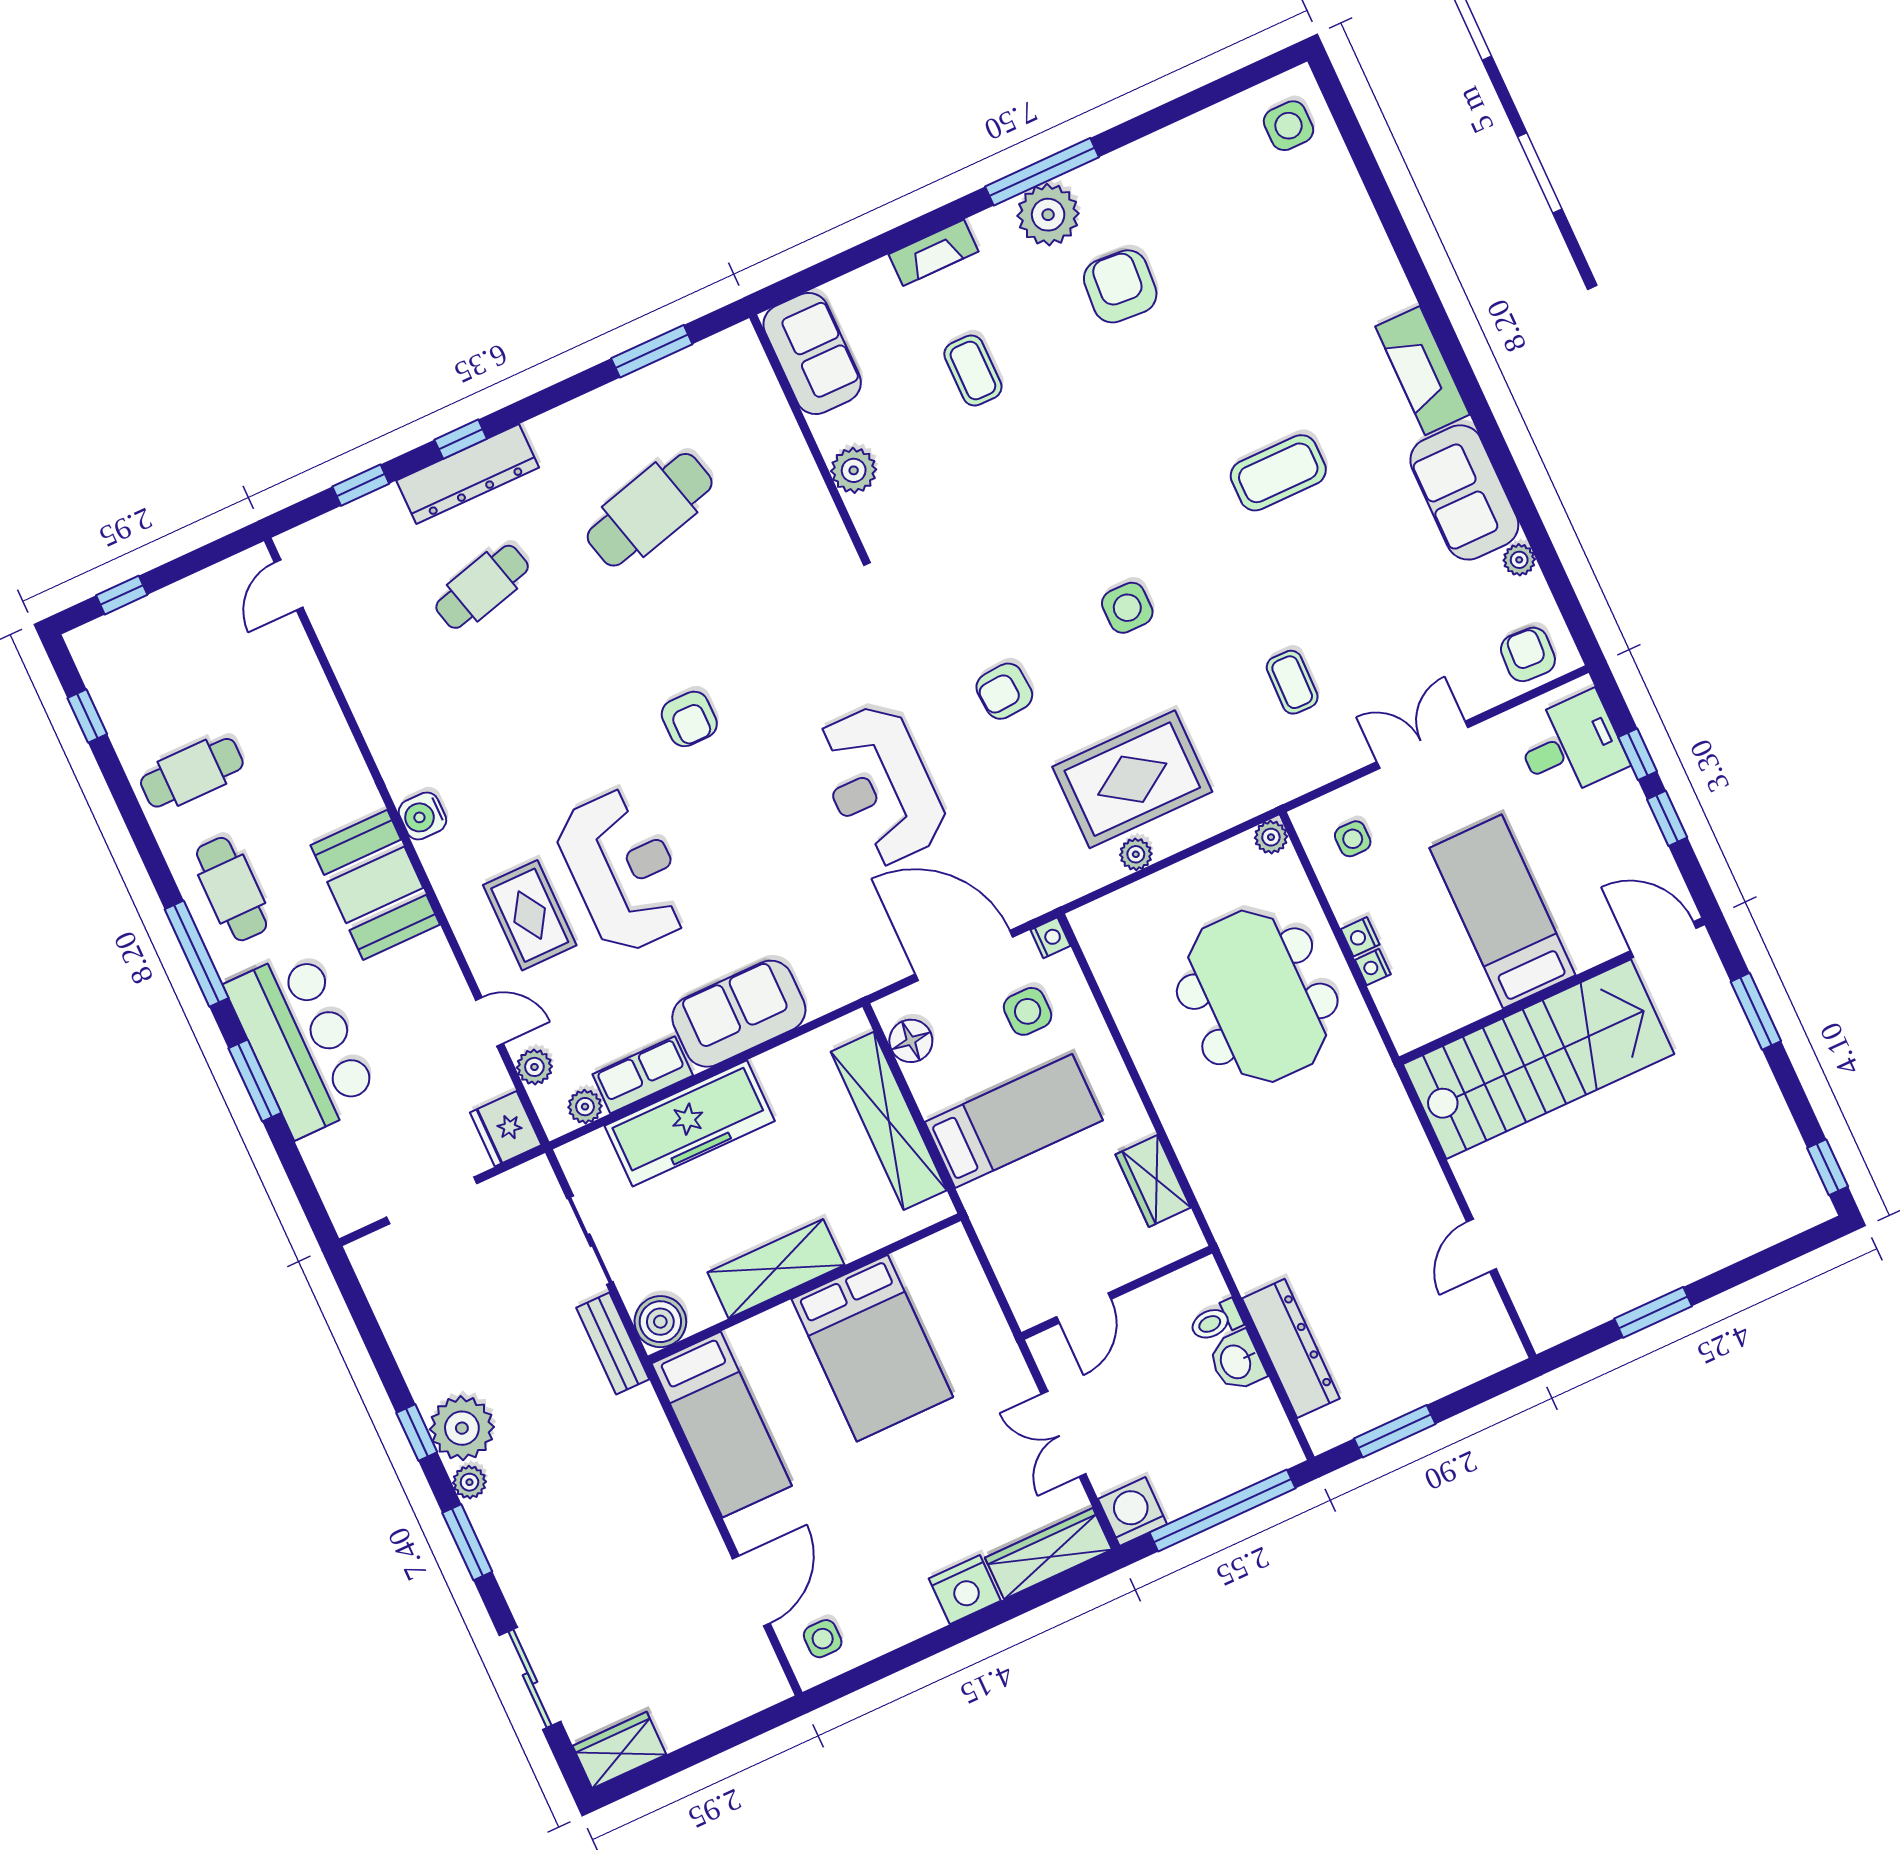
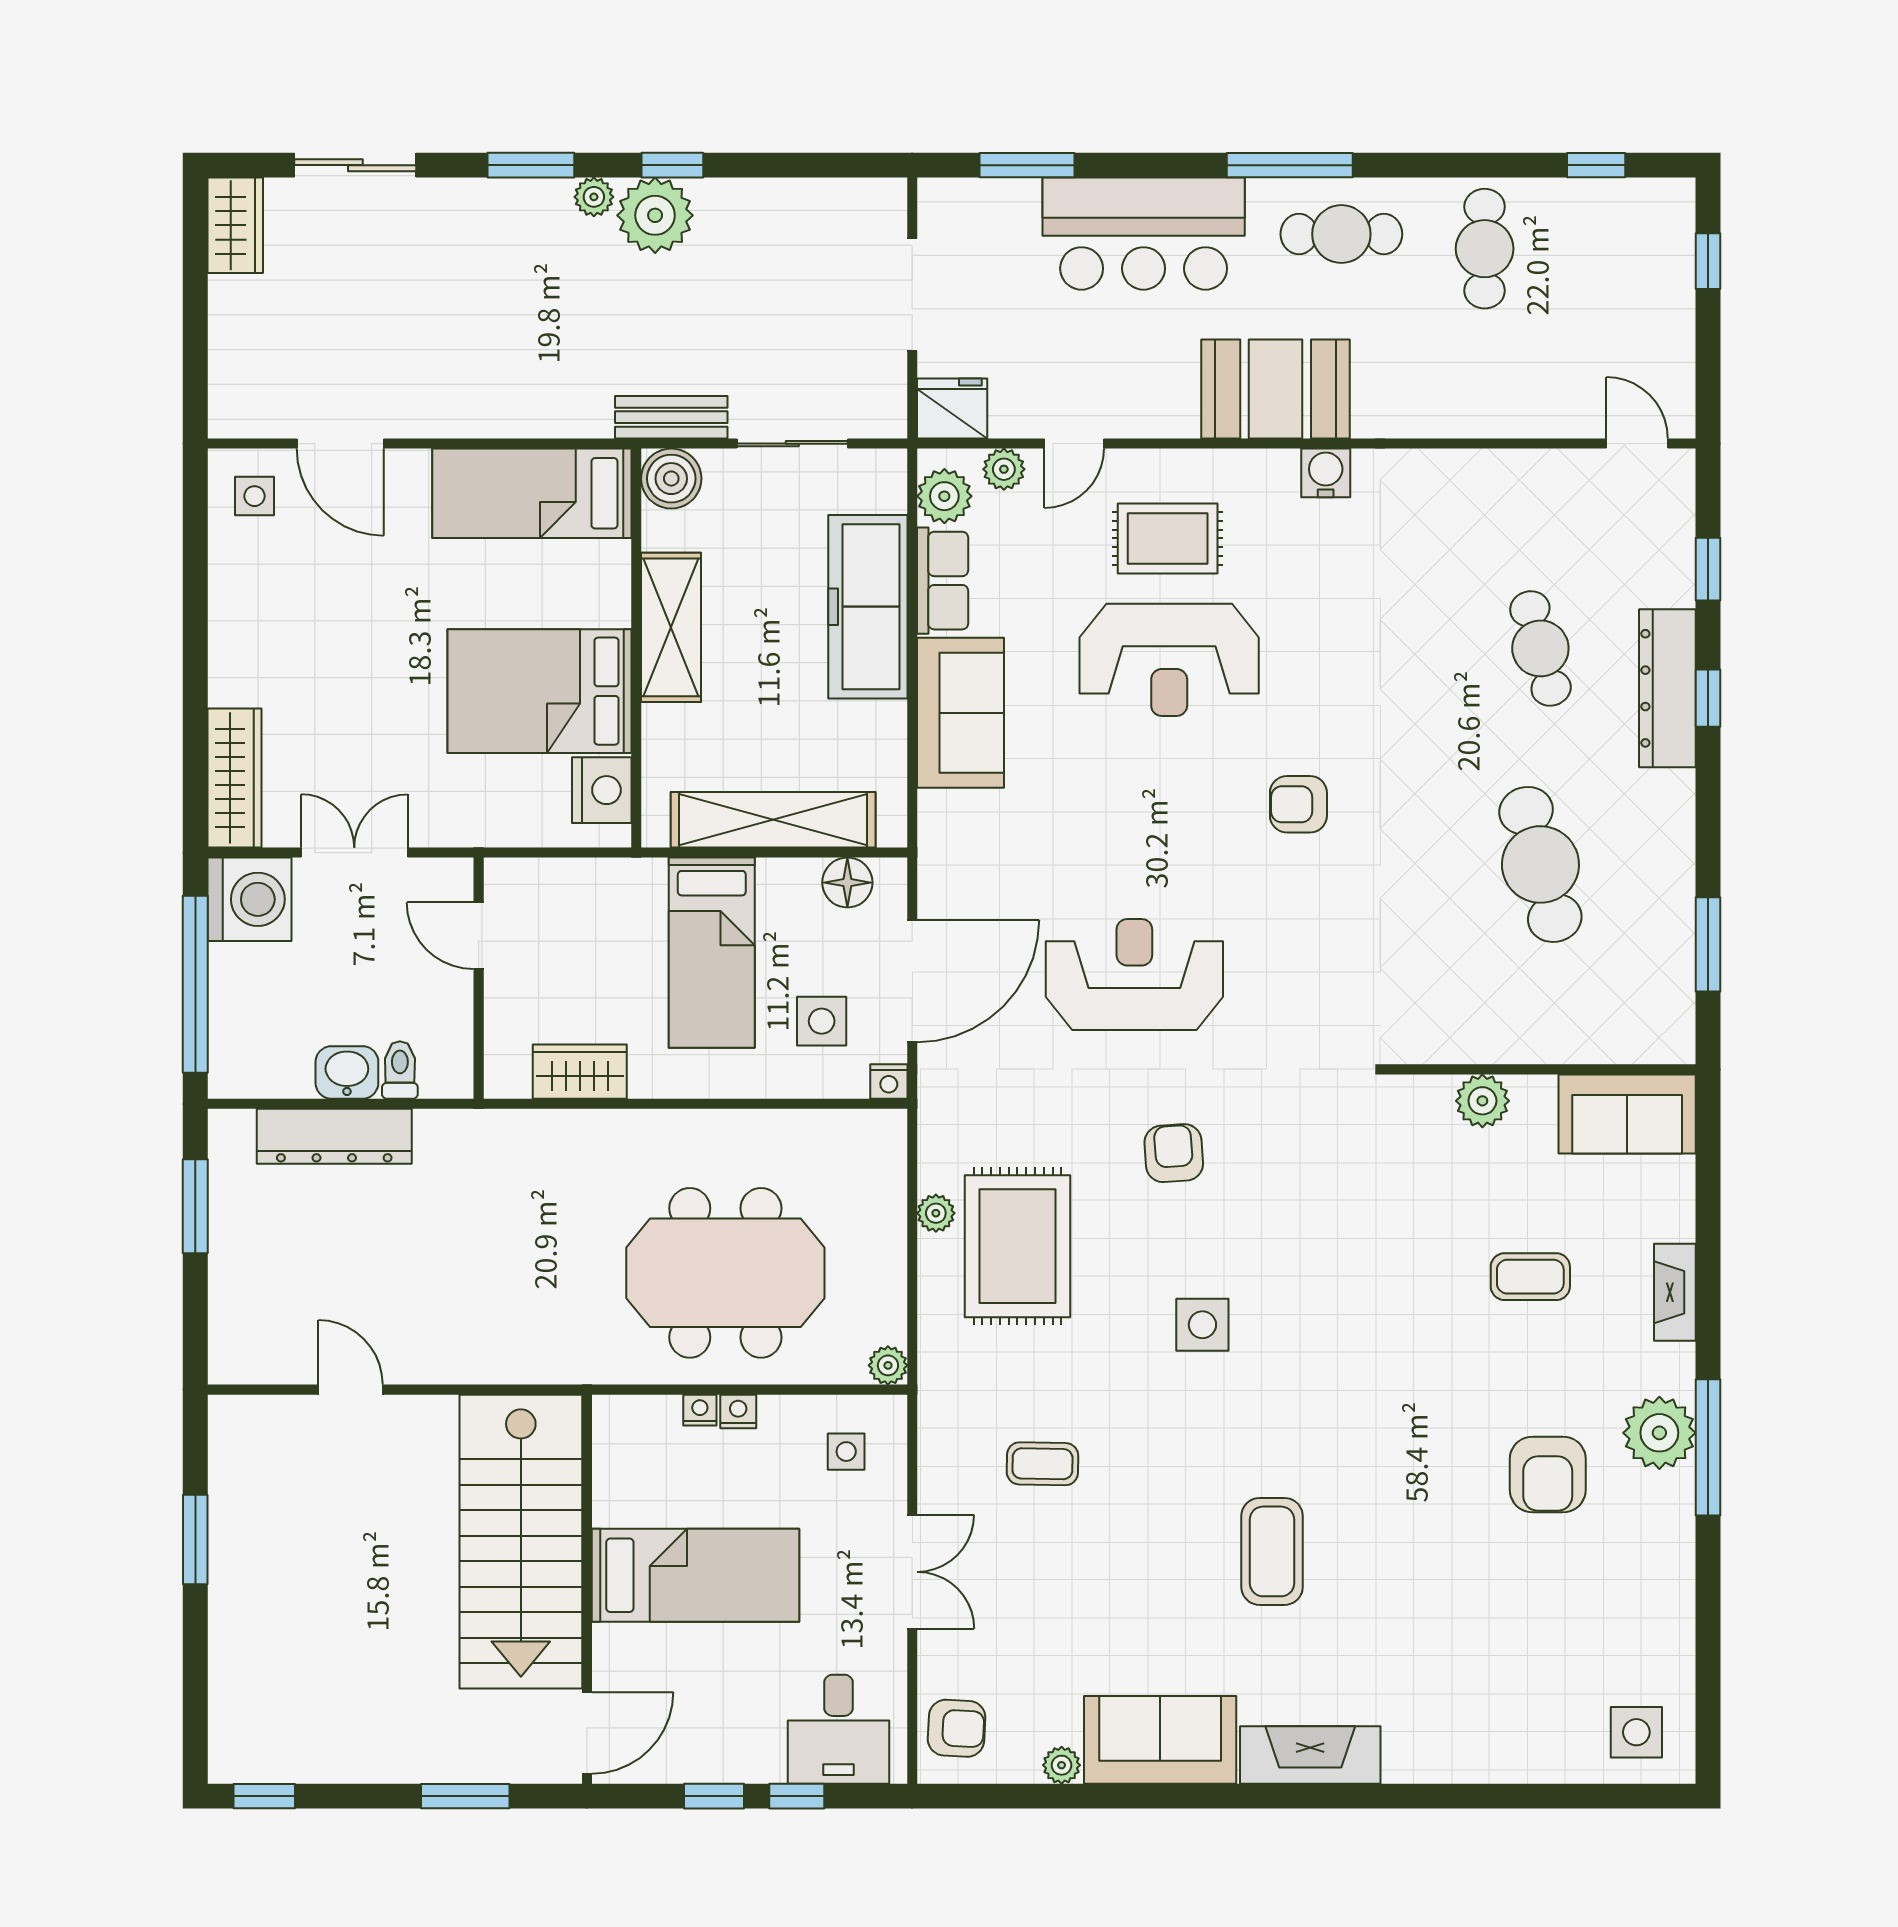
armchair: (1120, 286) -> (1548, 1474), turned 86
window: (255, 1080) -> (1027, 165), moved
plant: (585, 1107) -> (944, 496), width x1.38, depth x1.38
washing machine: (1132, 1512) -> (249, 899), width x1.37, depth x1.37
nightstand: (965, 1590) -> (602, 790), moved, turned 180

